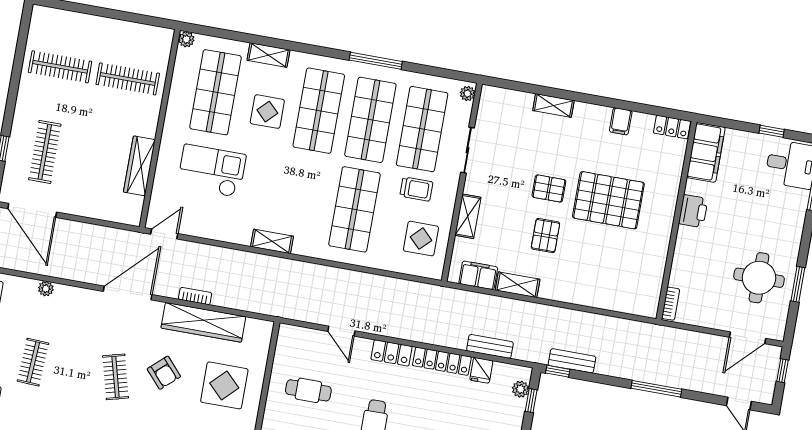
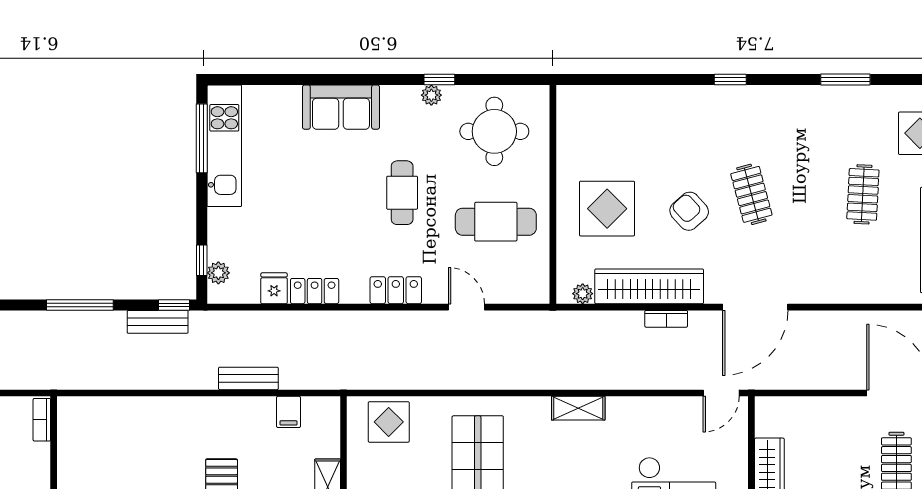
display table: (421, 239) -> (389, 422), moved
filing cabinet: (478, 275) -> (288, 412), width x0.50
shelving: (518, 285) -> (247, 409), removed
plant: (46, 289) -> (583, 294), moved
bench: (490, 346) -> (248, 378), moved
locker: (442, 361) -> (315, 291), width x0.66
window: (656, 389) -> (80, 305), moved
cafe table: (308, 390) -> (496, 222), width x1.37, depth x1.35

